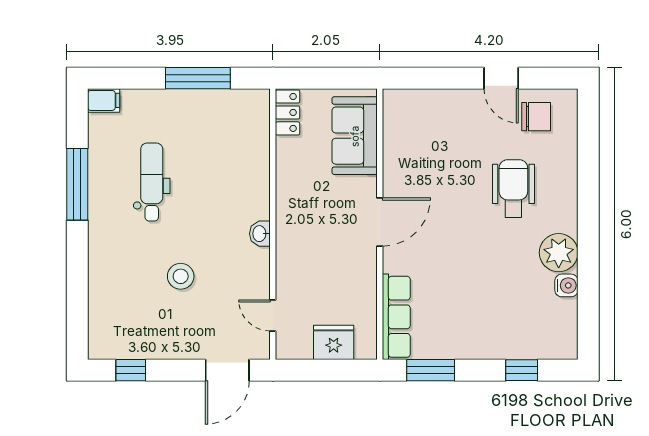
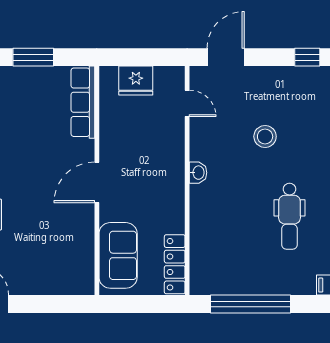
window: (198, 78) -> (251, 304), width x1.46
locker: (288, 112) -> (175, 264), width x1.53
window: (431, 370) -> (33, 57), moved

